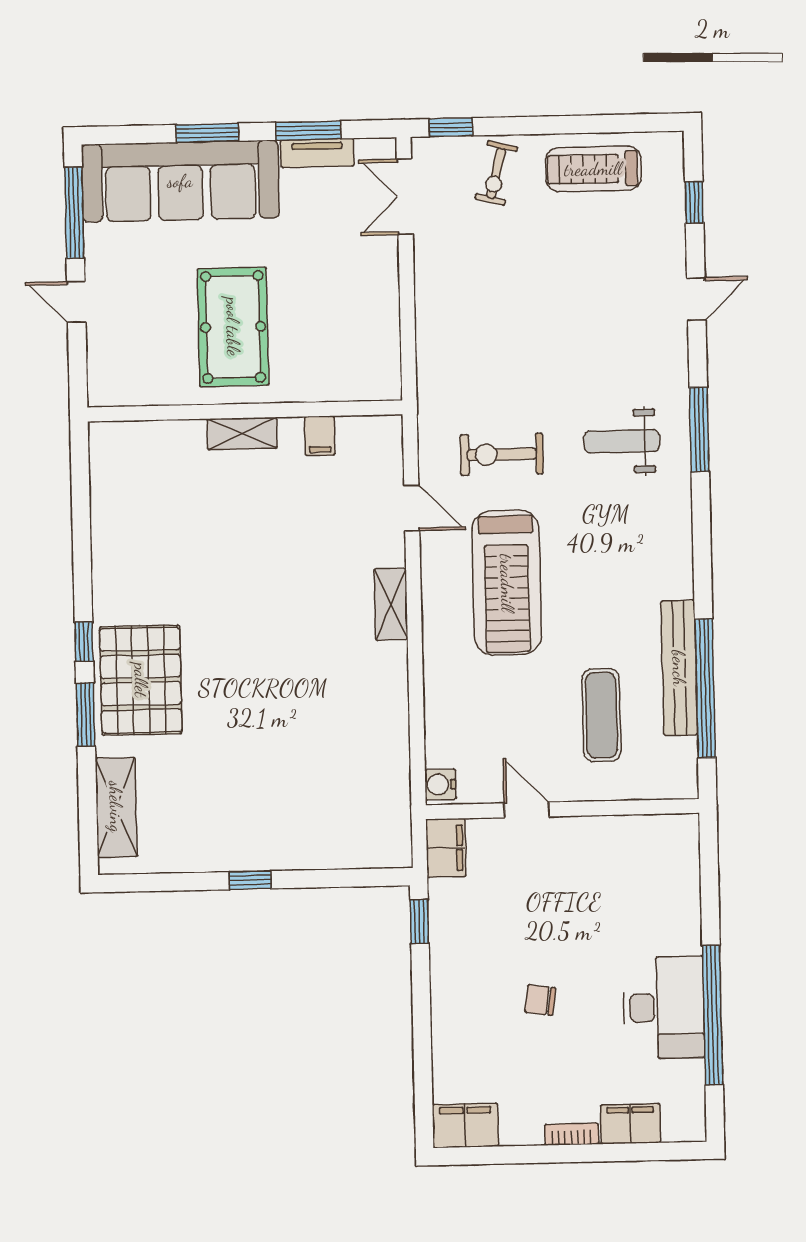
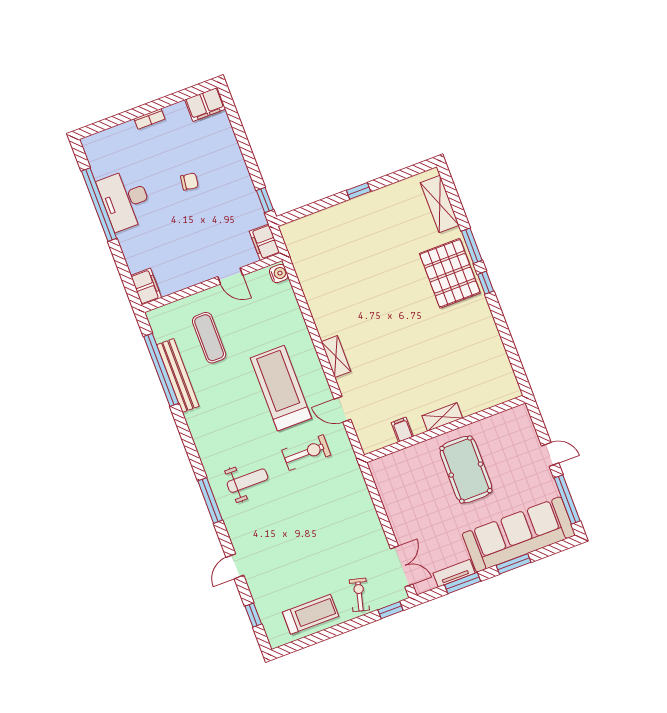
filing cabinet: (630, 1124) -> (146, 287), moved, turned -90

